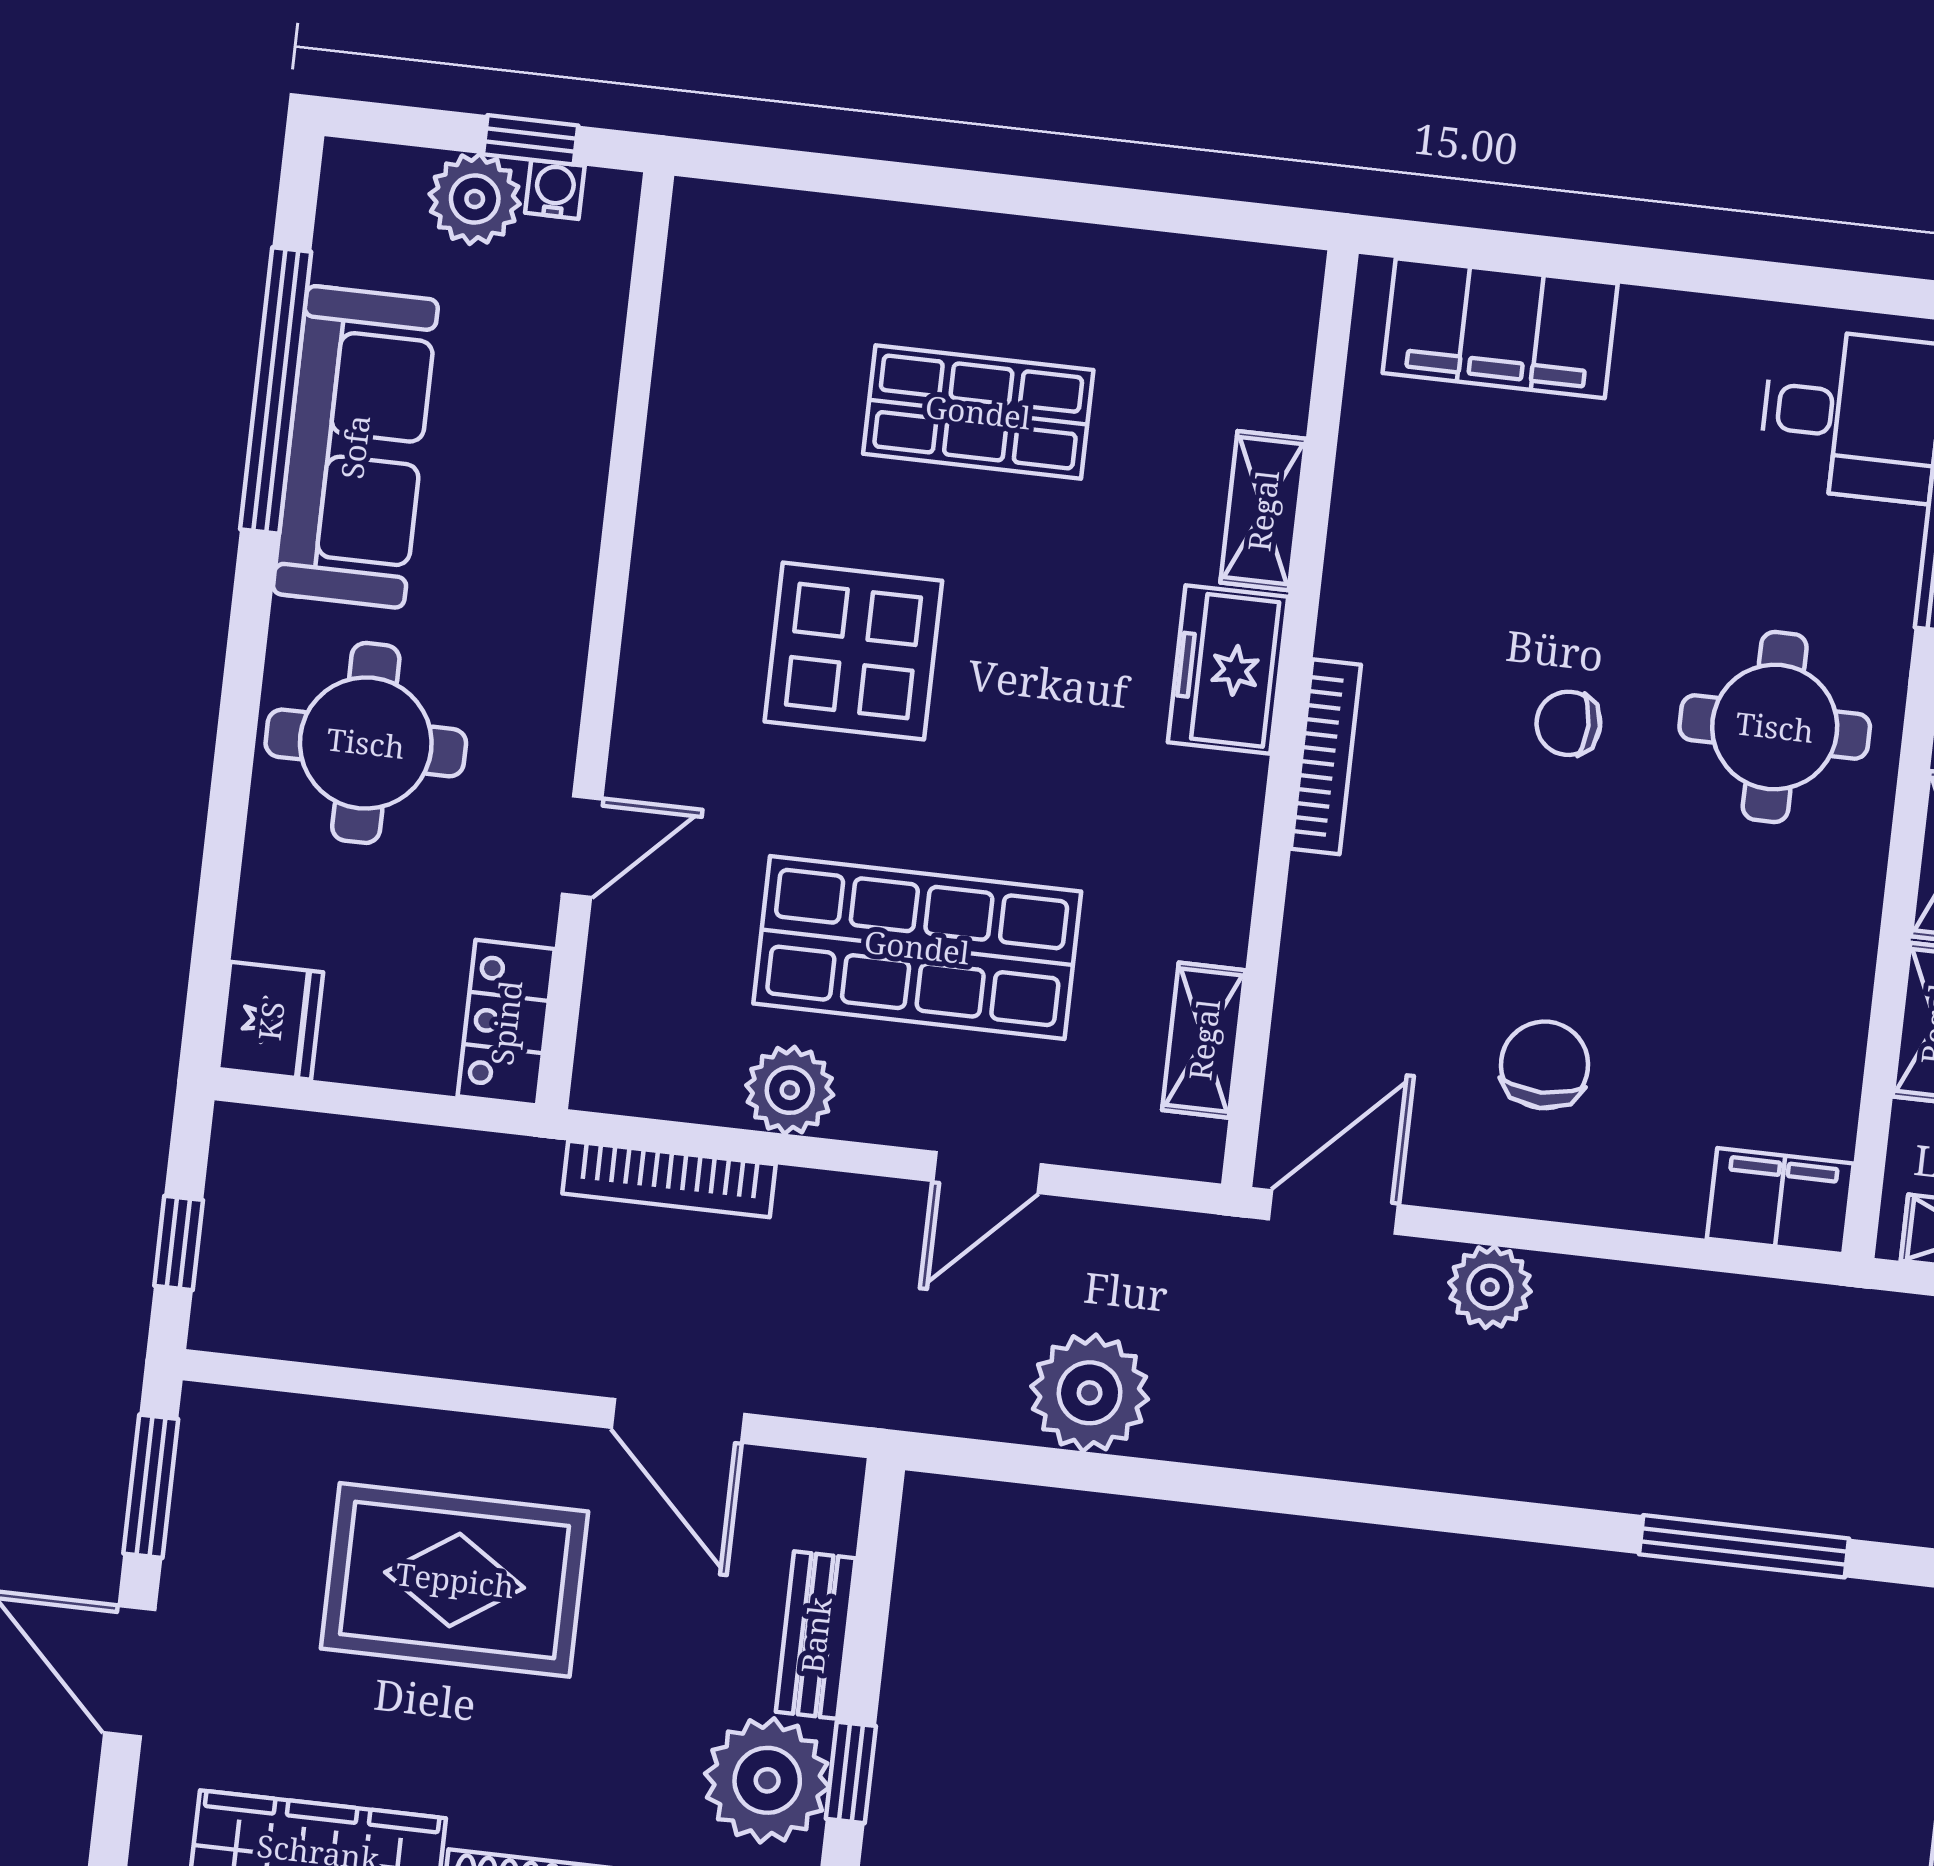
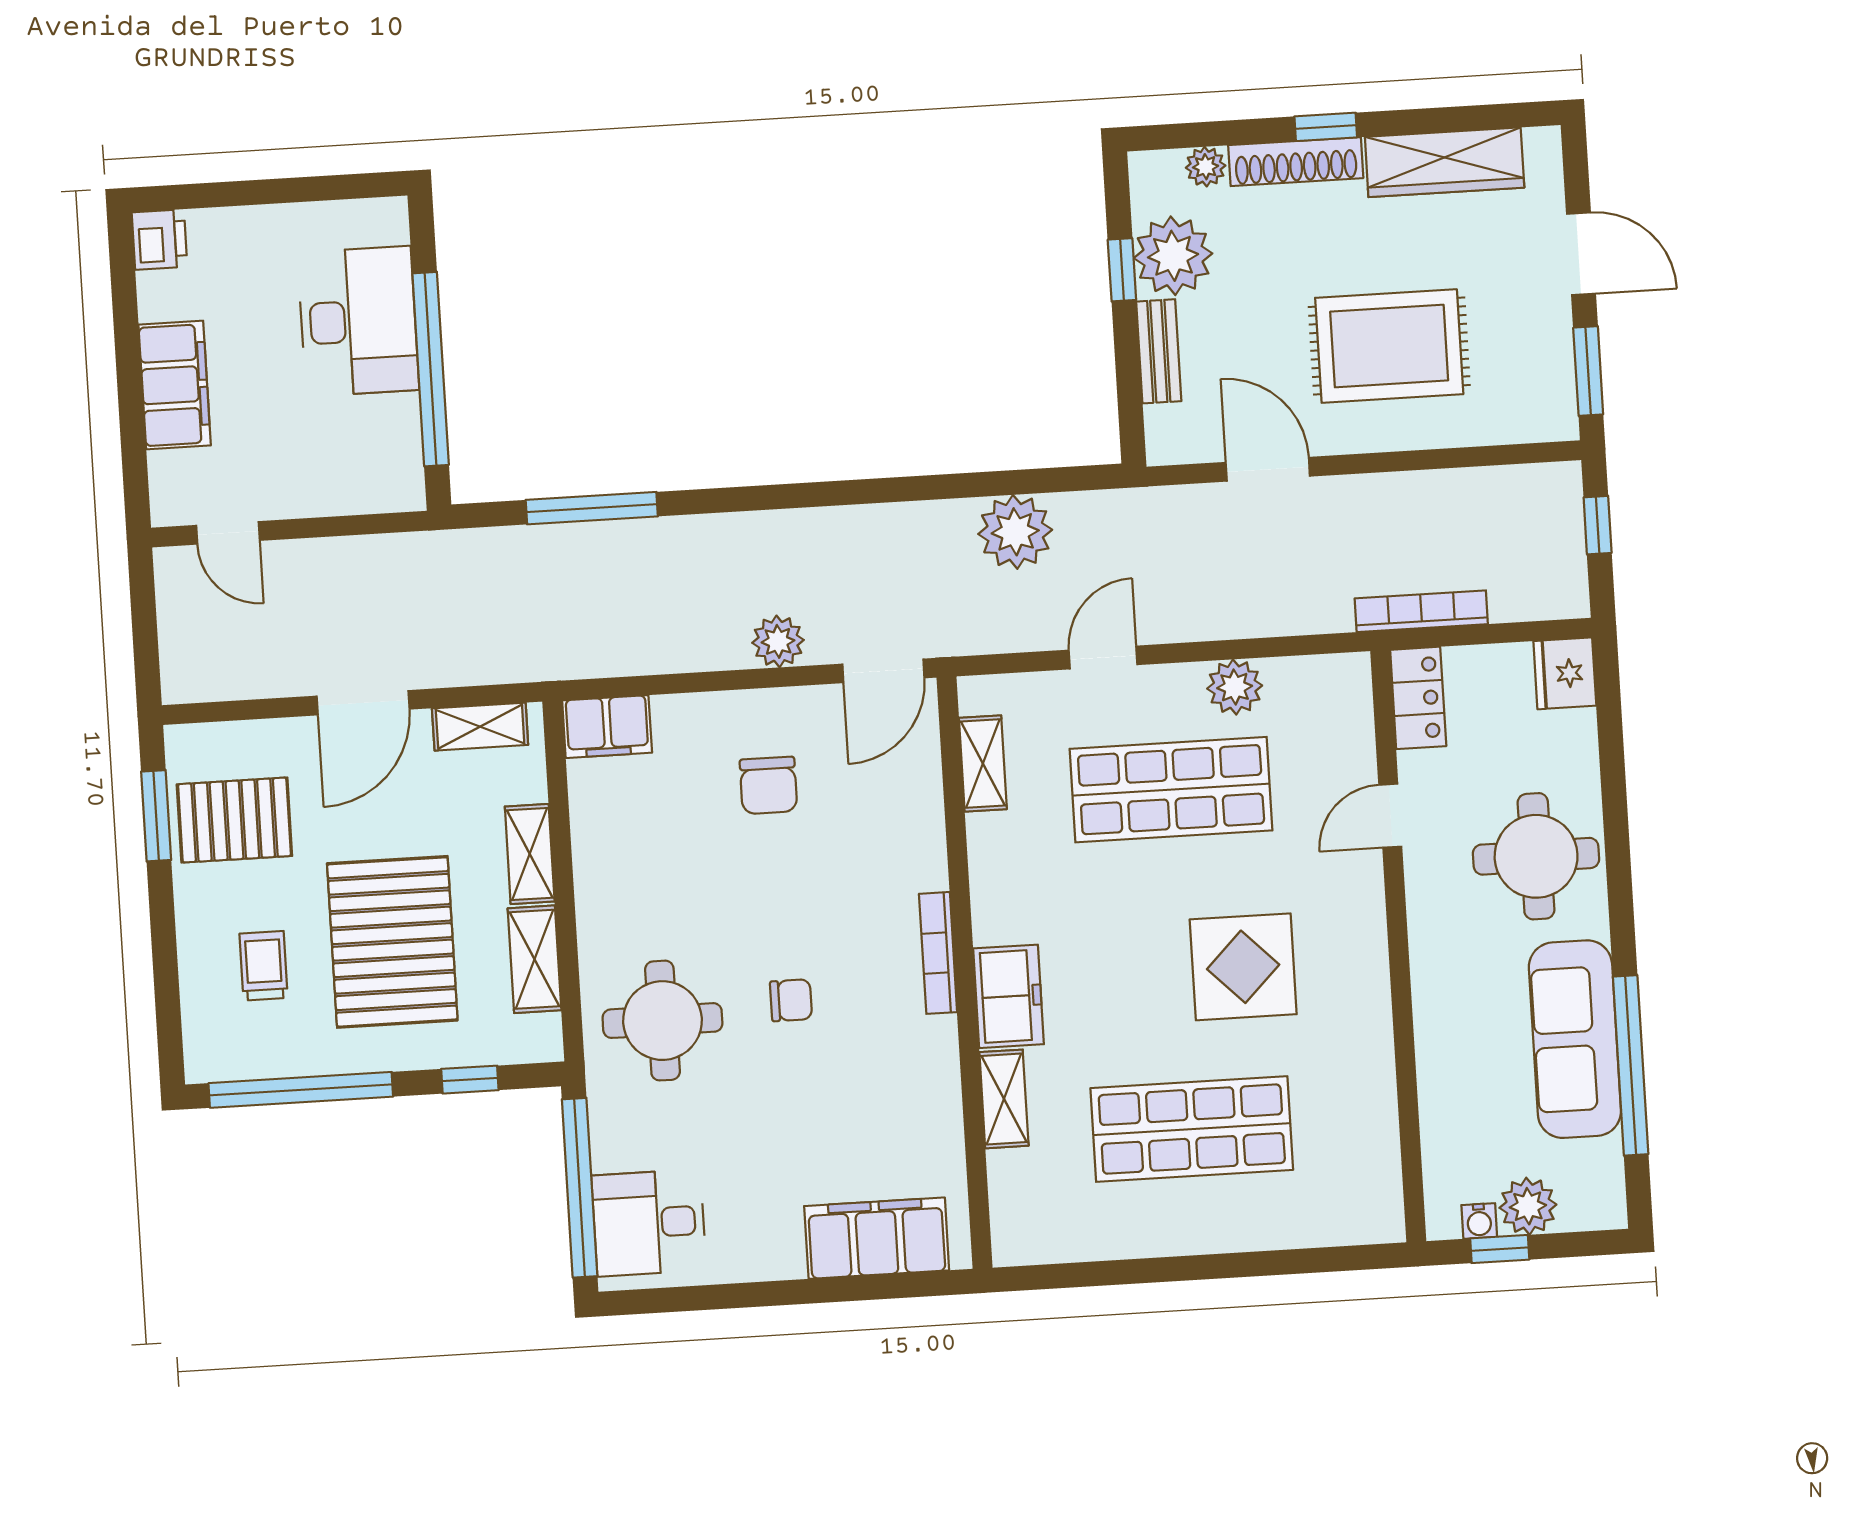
shop shelf: (978, 412) -> (1192, 1129), width x1.43, depth x1.36
bookcase: (669, 1179) -> (1421, 611), moved

